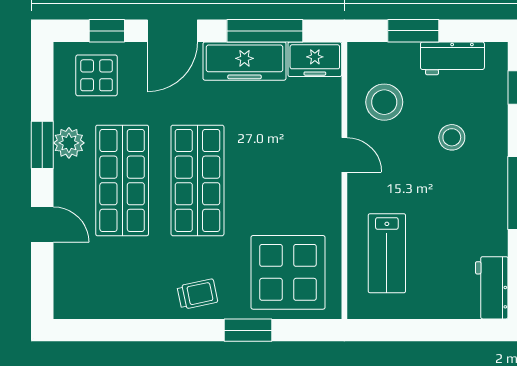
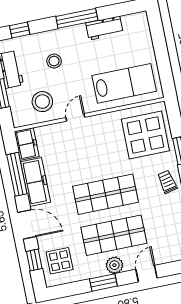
plant: (69, 143) -> (114, 265), moved
lab bench: (387, 253) -> (124, 83), width x1.36, depth x1.39
workbench: (492, 288) -> (104, 28), moved

